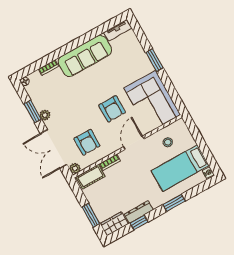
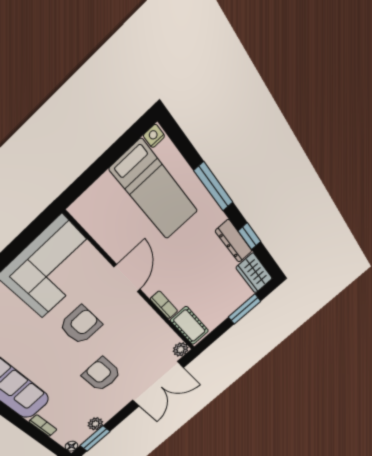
window: (33, 112) -> (95, 439), moved
plant: (45, 115) -> (95, 424), moved
armchair: (87, 142) -> (102, 374), moved, turned -90
stool: (168, 142) -> (115, 223), removed
door: (134, 143) -> (127, 278), swing flipped
window: (174, 203) -> (214, 187), width x1.44

